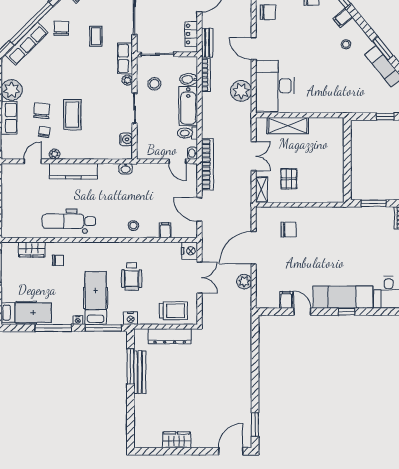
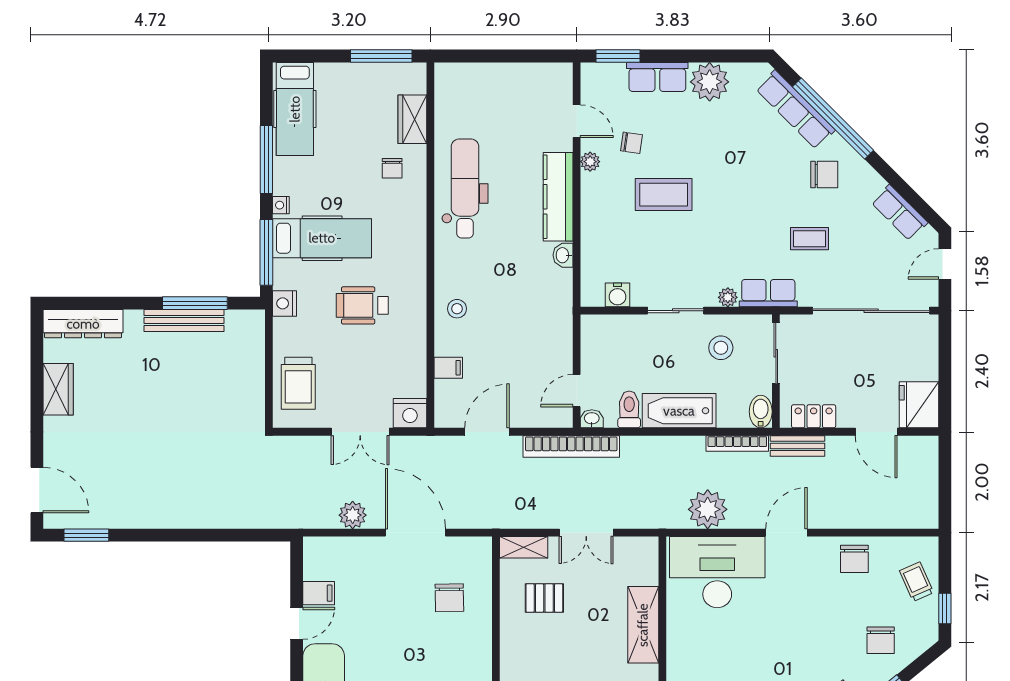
bidet: (189, 79) -> (761, 412), moved
chair: (42, 111) -> (671, 138), removed
shelving: (288, 126) -> (643, 625), moved
washbasin: (126, 169) -> (563, 255), moved
dresser: (170, 336) -> (83, 324), moved, turned -90

